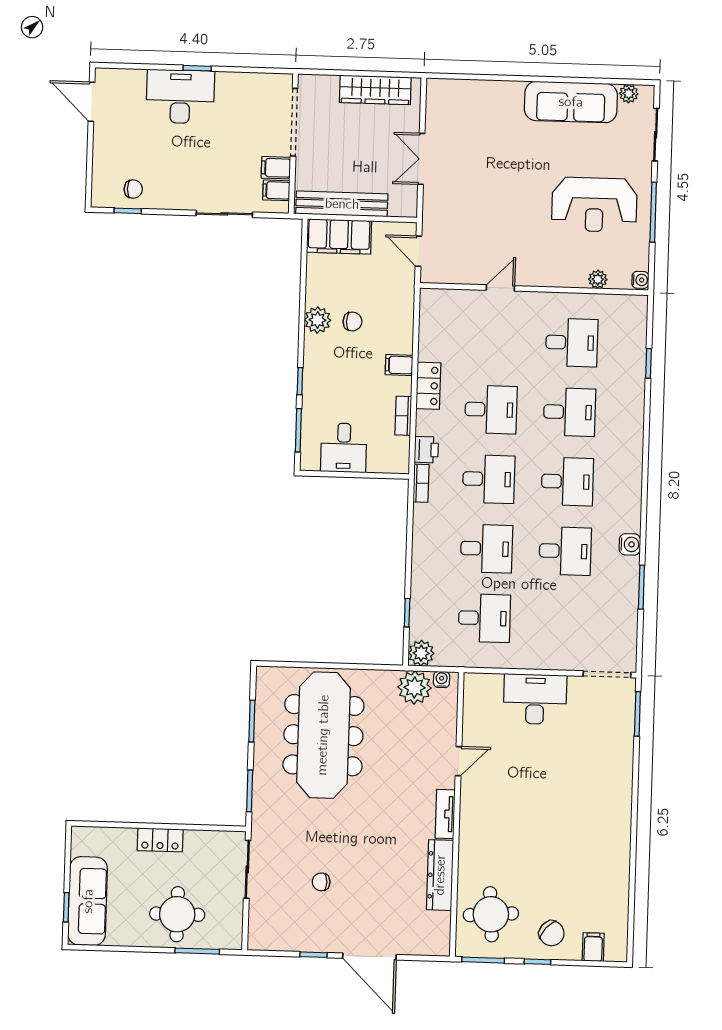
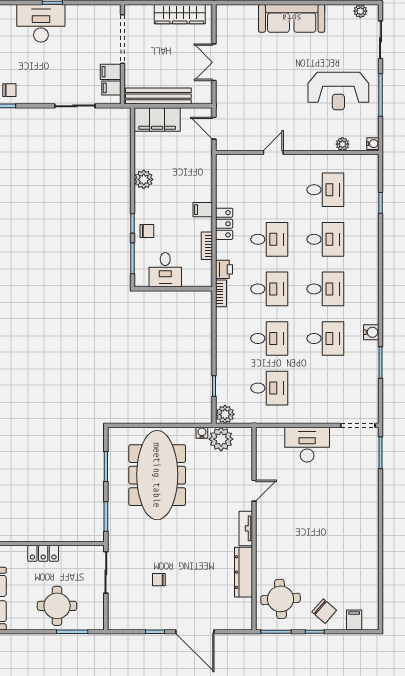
sofa: (571, 102) -> (292, 18), moved
chair: (352, 321) -> (147, 231), moved
water cooler: (442, 680) -> (202, 433), moved

